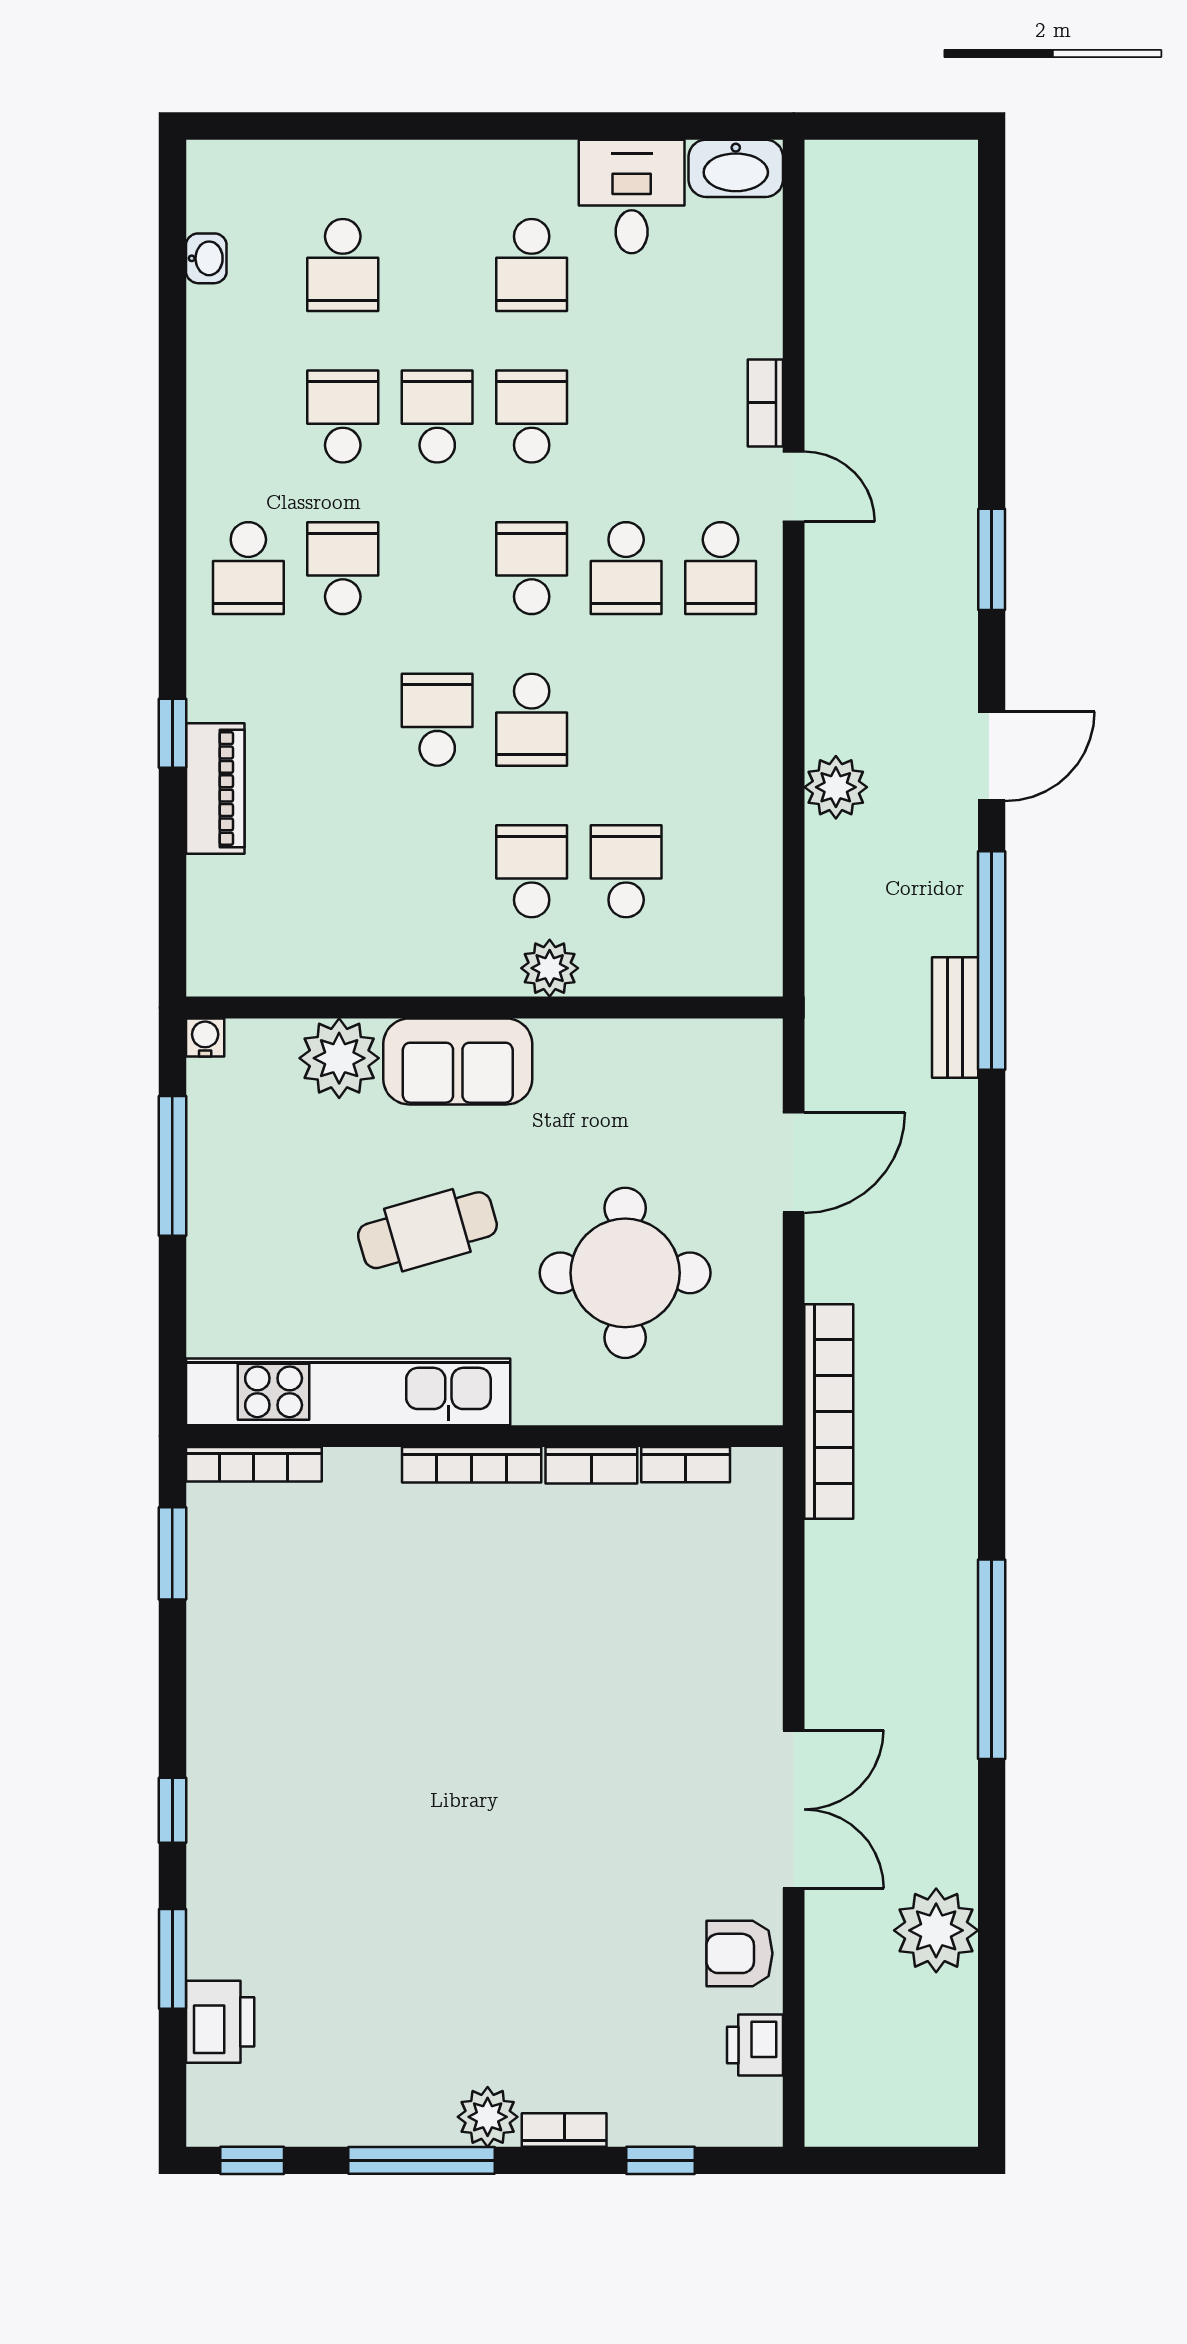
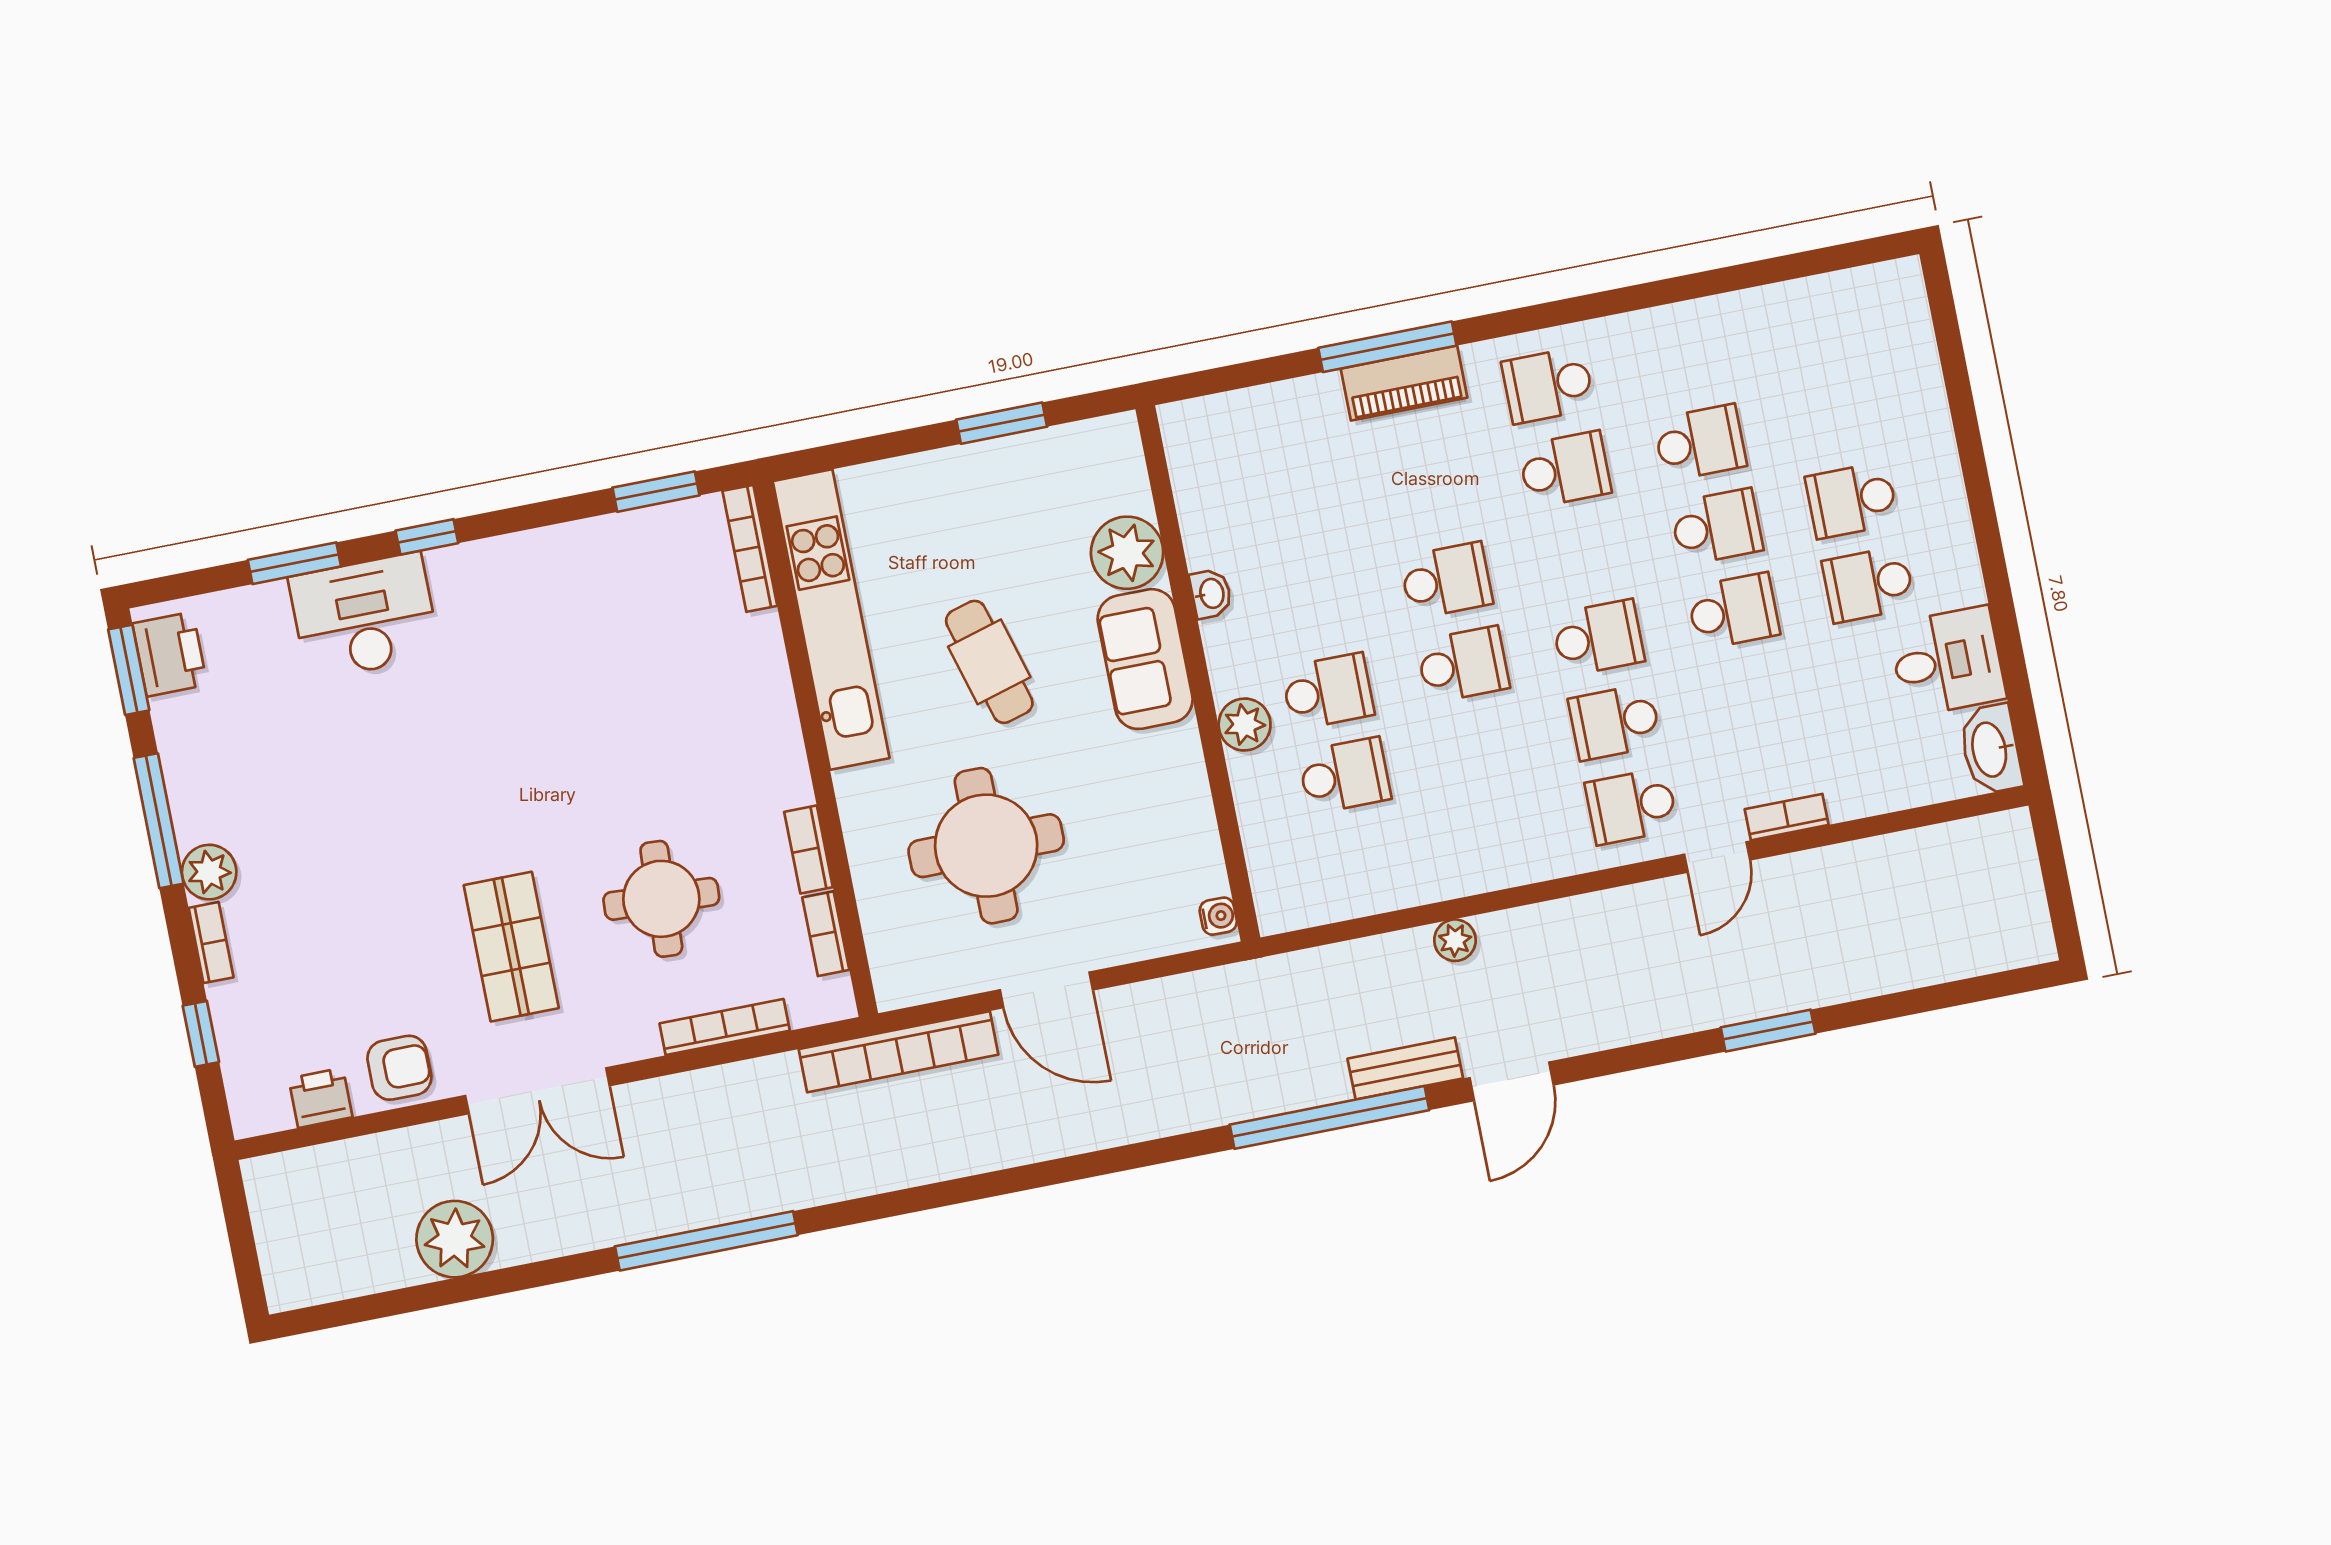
washbasin: (206, 258) -> (1211, 594), moved, turned -90
school desk: (343, 265) -> (1852, 500), moved
window: (992, 559) -> (1768, 1031), moved
school desk: (532, 720) -> (1463, 665), turned 180
window: (172, 733) -> (1387, 347), width x2.17
door: (992, 756) -> (1512, 1081), hinge flipped
plant: (836, 787) -> (1455, 940), width x0.73, depth x0.73
piano: (215, 788) -> (1404, 383), moved
bench: (955, 1018) -> (1405, 1068), moved
water cooler: (205, 1037) -> (1218, 916), moved
door: (794, 1163) -> (1046, 990), moved
window: (172, 1166) -> (1002, 423), width x0.69
bookcase: (472, 1465) -> (725, 1027), moved, turned 90
round table: (613, 1635) -> (661, 899), added
shop shelf: (633, 1807) -> (511, 947), added
desk: (245, 1895) -> (364, 616), added
armchair: (739, 1953) -> (399, 1068), turned 90
printer: (220, 2022) -> (170, 654), moved, turned -90
window: (252, 2160) -> (129, 670), width x1.50

